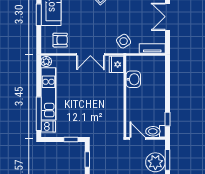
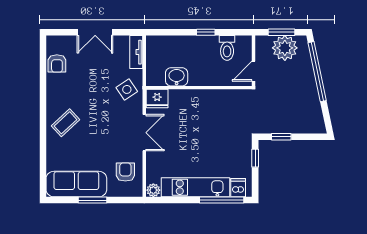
window: (167, 119) -> (206, 32), moved
toilet: (155, 131) -> (227, 48), moved

